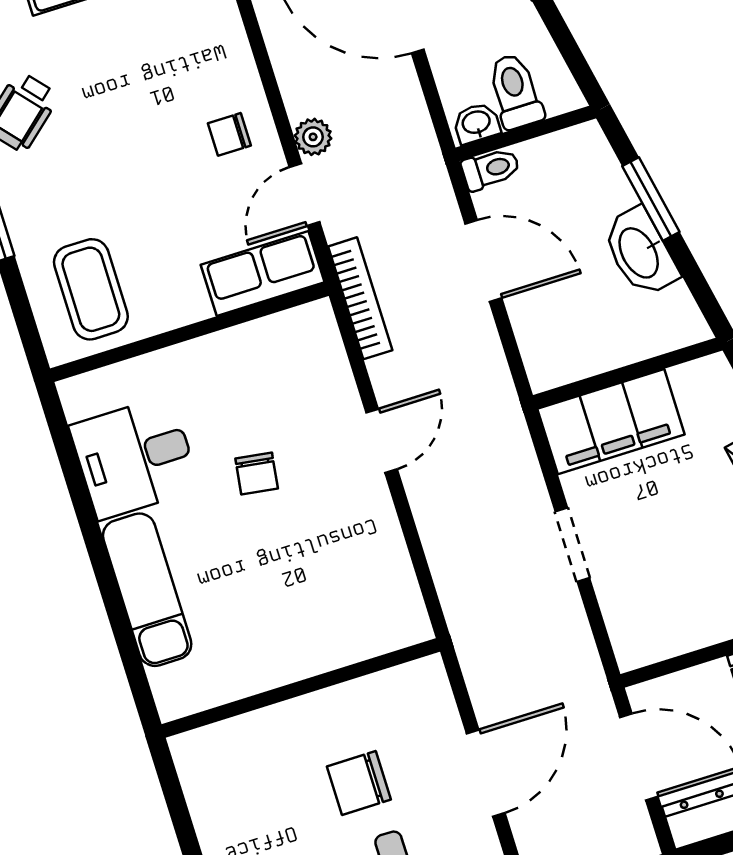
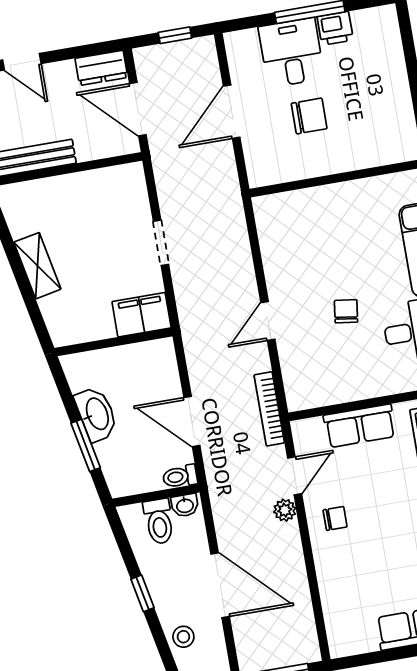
row of seats: (263, 274) -> (360, 426), moved
filing cabinet: (611, 422) -> (142, 315), width x0.67, depth x0.86

